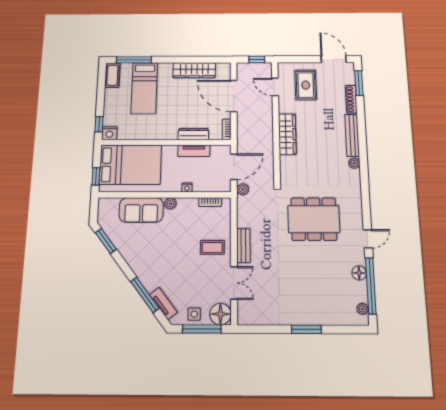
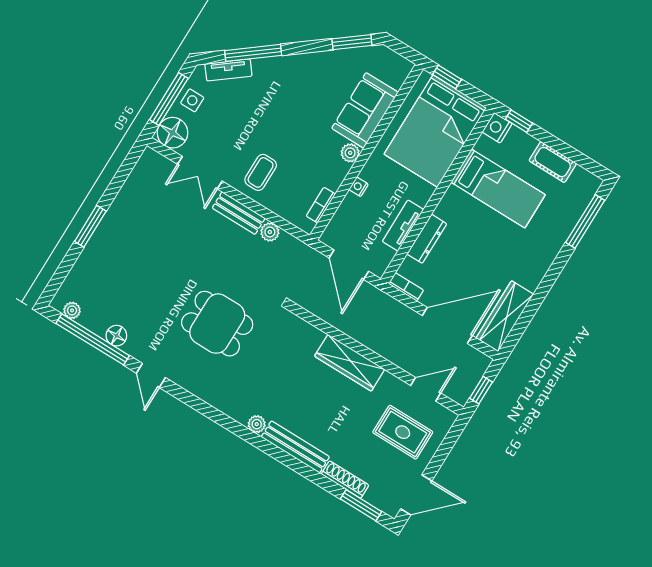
wardrobe: (194, 70) -> (505, 316), moved
cot: (112, 75) -> (553, 162), moved
bed: (144, 88) -> (498, 189), moved, turned 180
plant: (243, 189) -> (270, 232), moved
dining table: (314, 219) -> (217, 324), width x0.73

